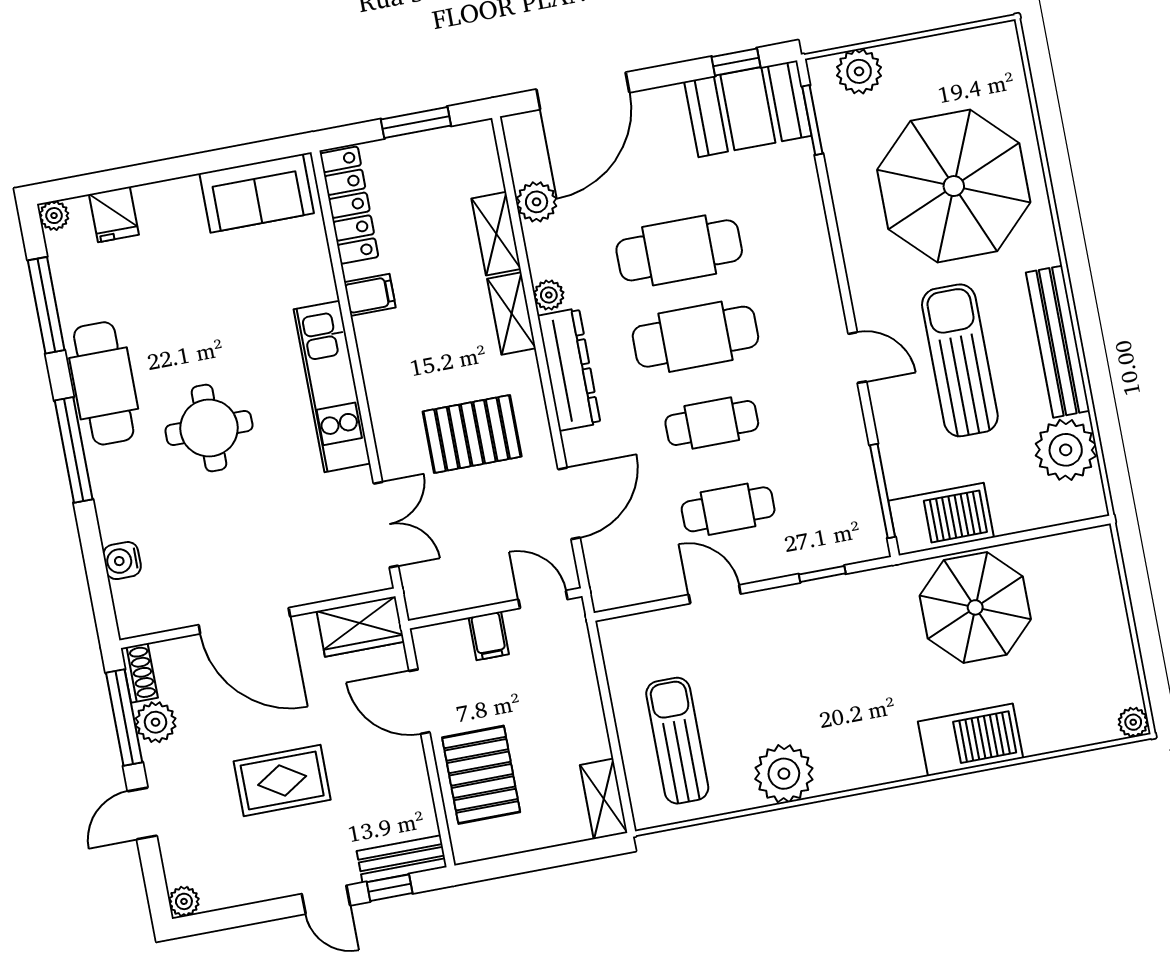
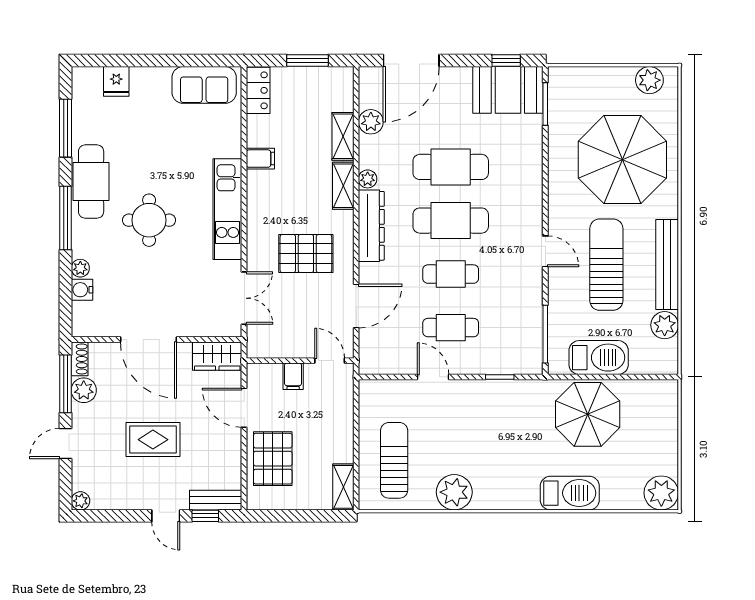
plant: (859, 71) -> (649, 80), moved
locker: (349, 205) -> (258, 90), width x0.66
plant: (54, 216) -> (80, 268), moved
plant: (1066, 450) -> (665, 325), width x0.73, depth x0.73
barbecue: (941, 519) -> (599, 358), moved
plant: (1133, 722) -> (661, 493), width x1.88, depth x1.88

